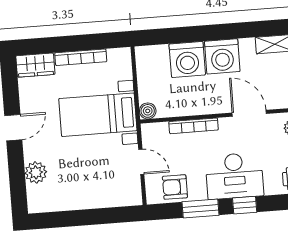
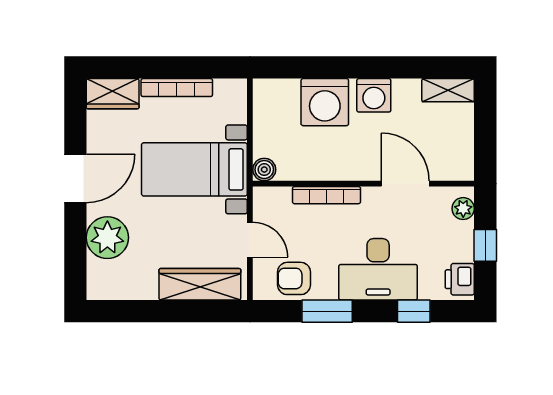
washing machine: (222, 56) -> (374, 95), width x0.73, depth x0.73
door: (13, 128) -> (75, 178), width x1.38
plant: (36, 172) -> (107, 238), width x1.36, depth x1.36
wardrobe: (108, 196) -> (200, 284), added
window: (245, 205) -> (414, 311), moved

